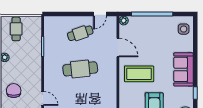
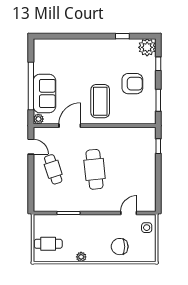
side table: (184, 29) -> (48, 50), removed
sofa: (183, 69) -> (44, 94), moved, turned -90

